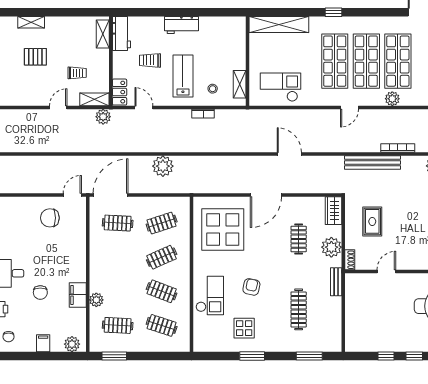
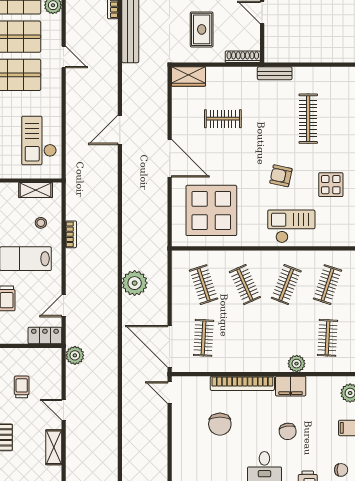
shelving: (94, 99) -> (54, 447), moved
chair: (50, 218) -> (220, 424), moved
rug: (372, 221) -> (202, 29), turned 90
plant: (331, 247) -> (233, 79), removed
bookcase: (80, 255) -> (242, 383), added
shoe rack: (350, 260) -> (243, 57), width x1.43
chair: (40, 293) -> (288, 431), turned 82
clothes rail: (299, 309) -> (308, 119), turned 90

